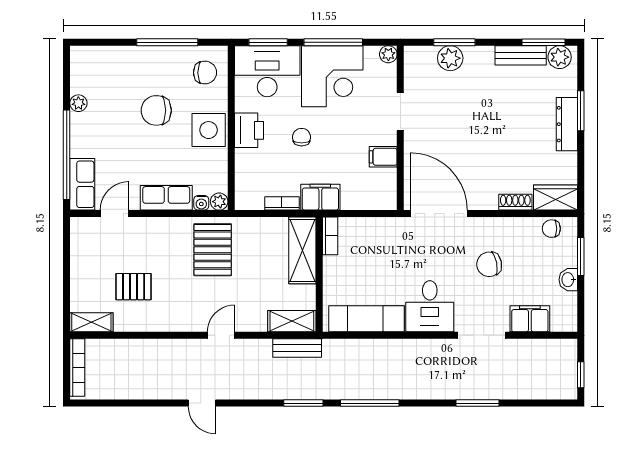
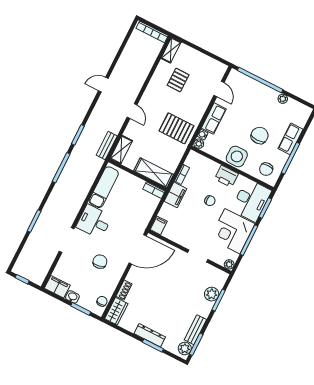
filing cabinet: (383, 157) -> (159, 225), moved
row of seats: (82, 184) -> (291, 139), moved, turned 90
filing cabinet: (530, 319) -> (57, 287), moved, turned -90

